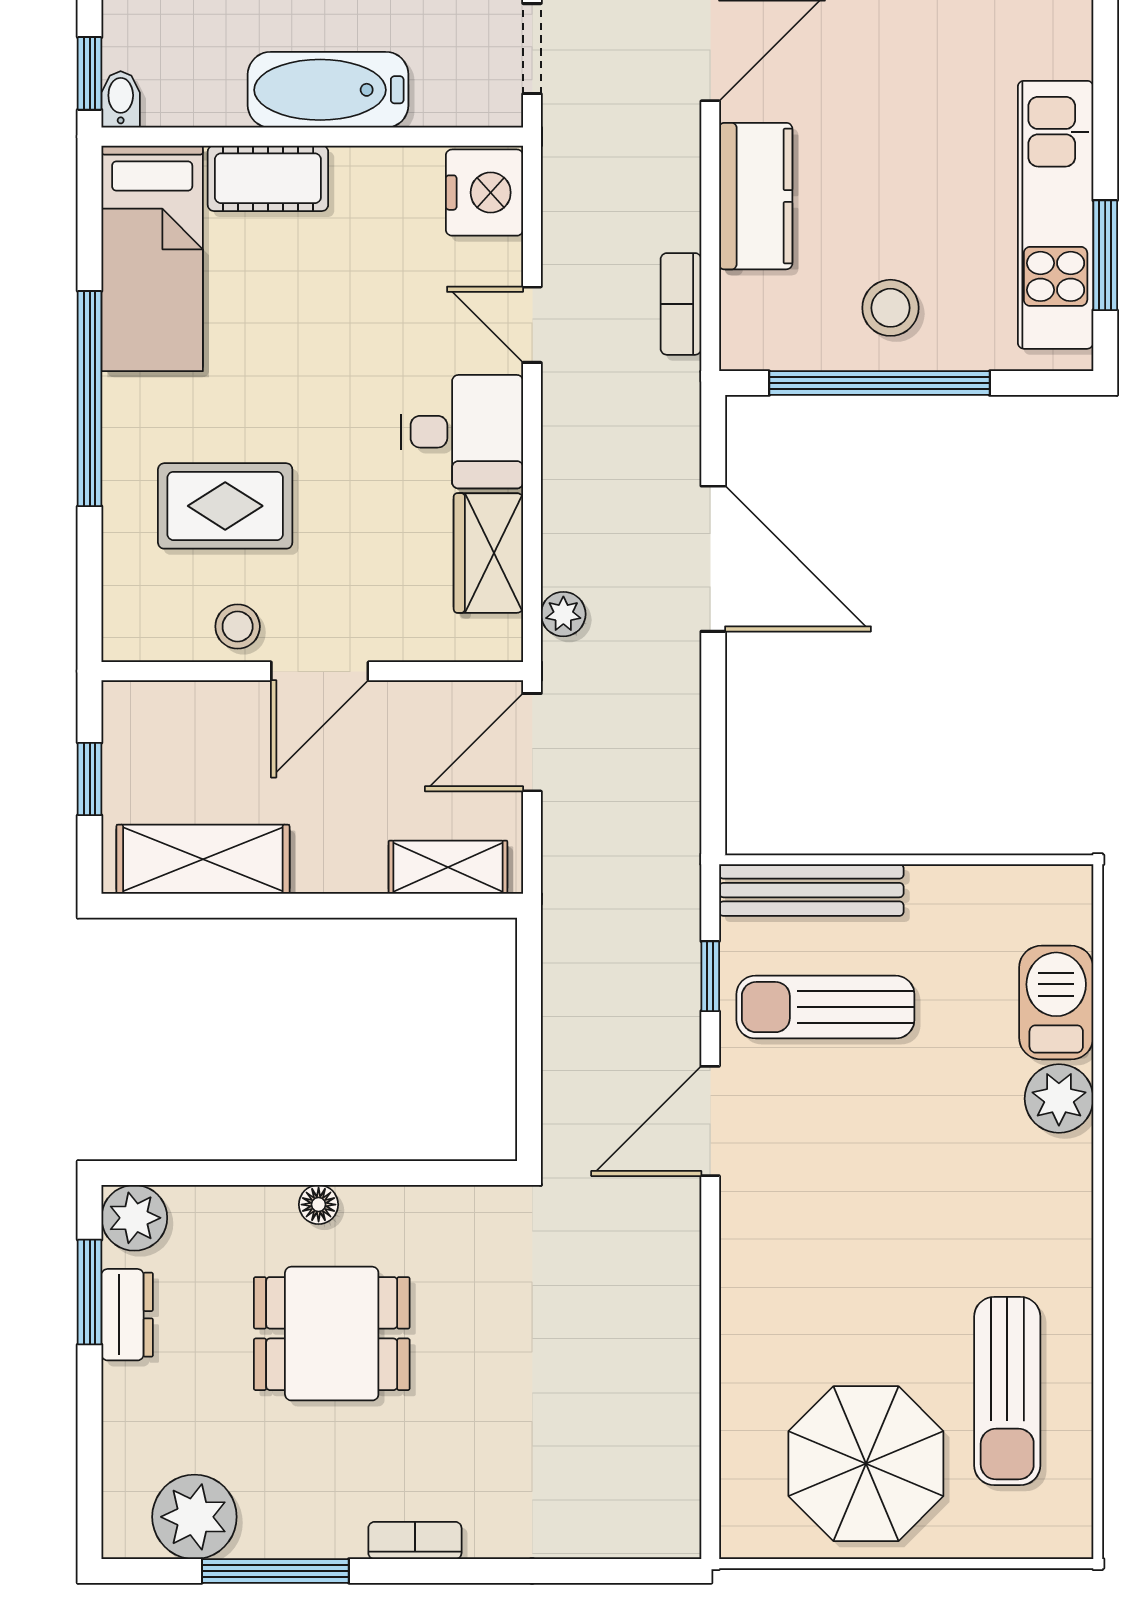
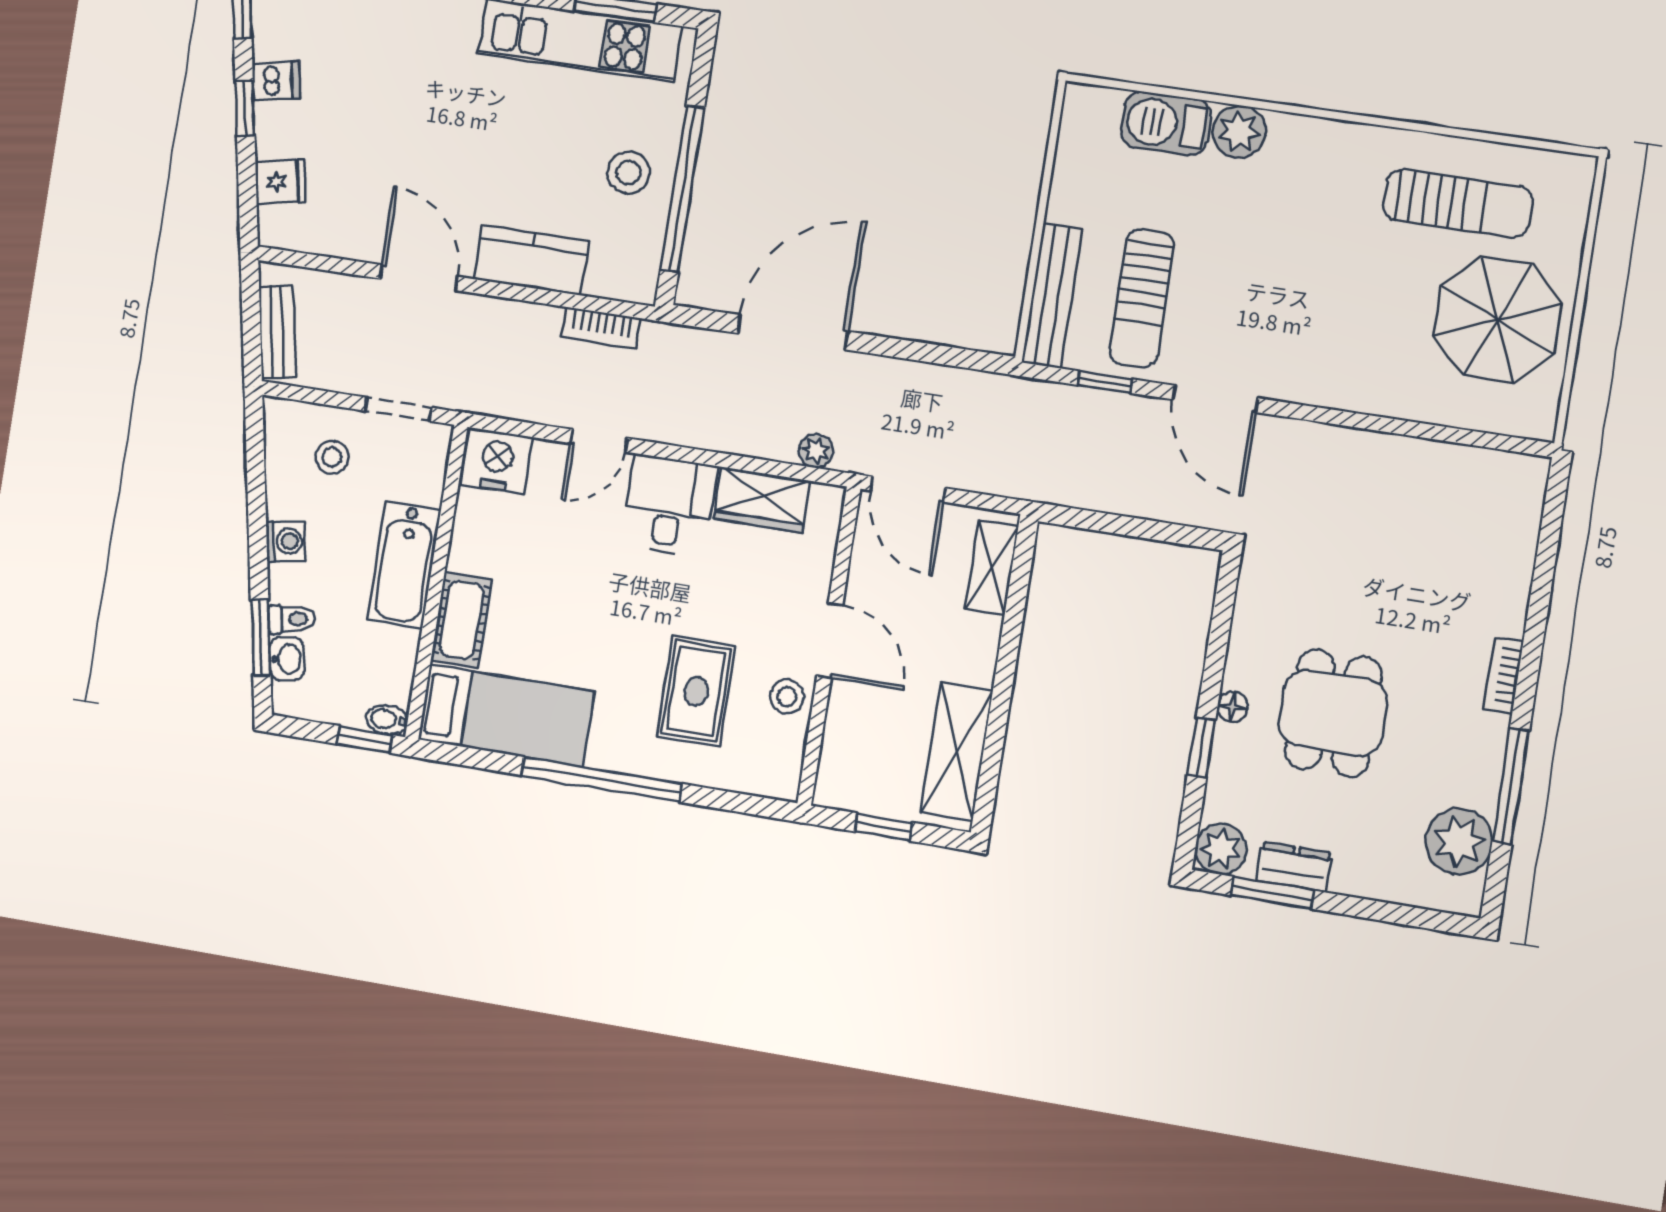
window: (260, 1173) -> (1201, 747), added

